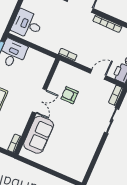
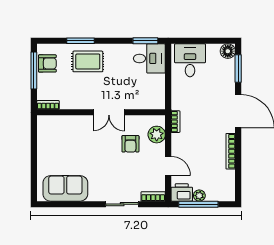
plant: (71, 73) -> (157, 135), added
armchair: (70, 95) -> (130, 144), turned 180
sofa: (39, 135) -> (65, 188), moved, turned 180

